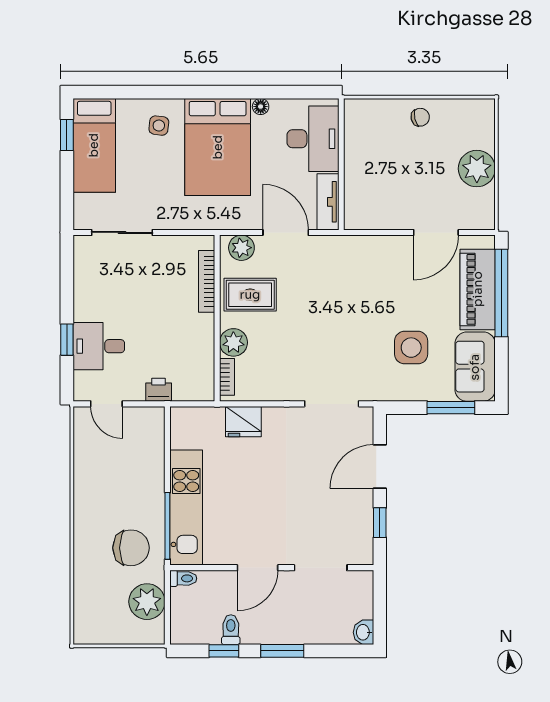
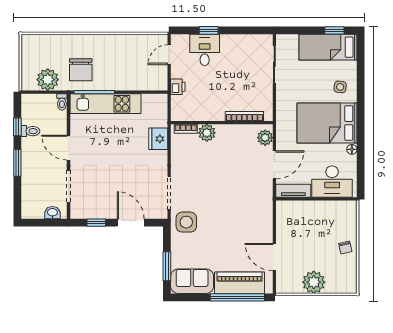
rug: (250, 295) -> (236, 143), removed
side table: (411, 348) -> (186, 222), moved
washbasin: (363, 632) -> (52, 213), moved

